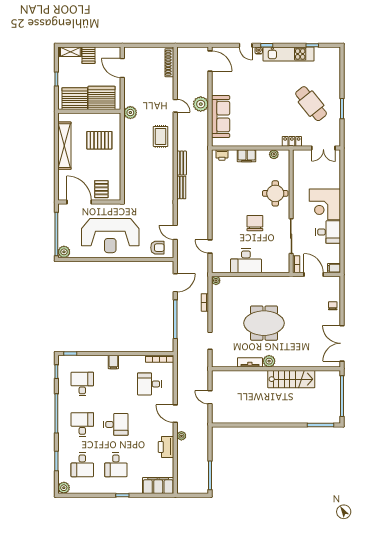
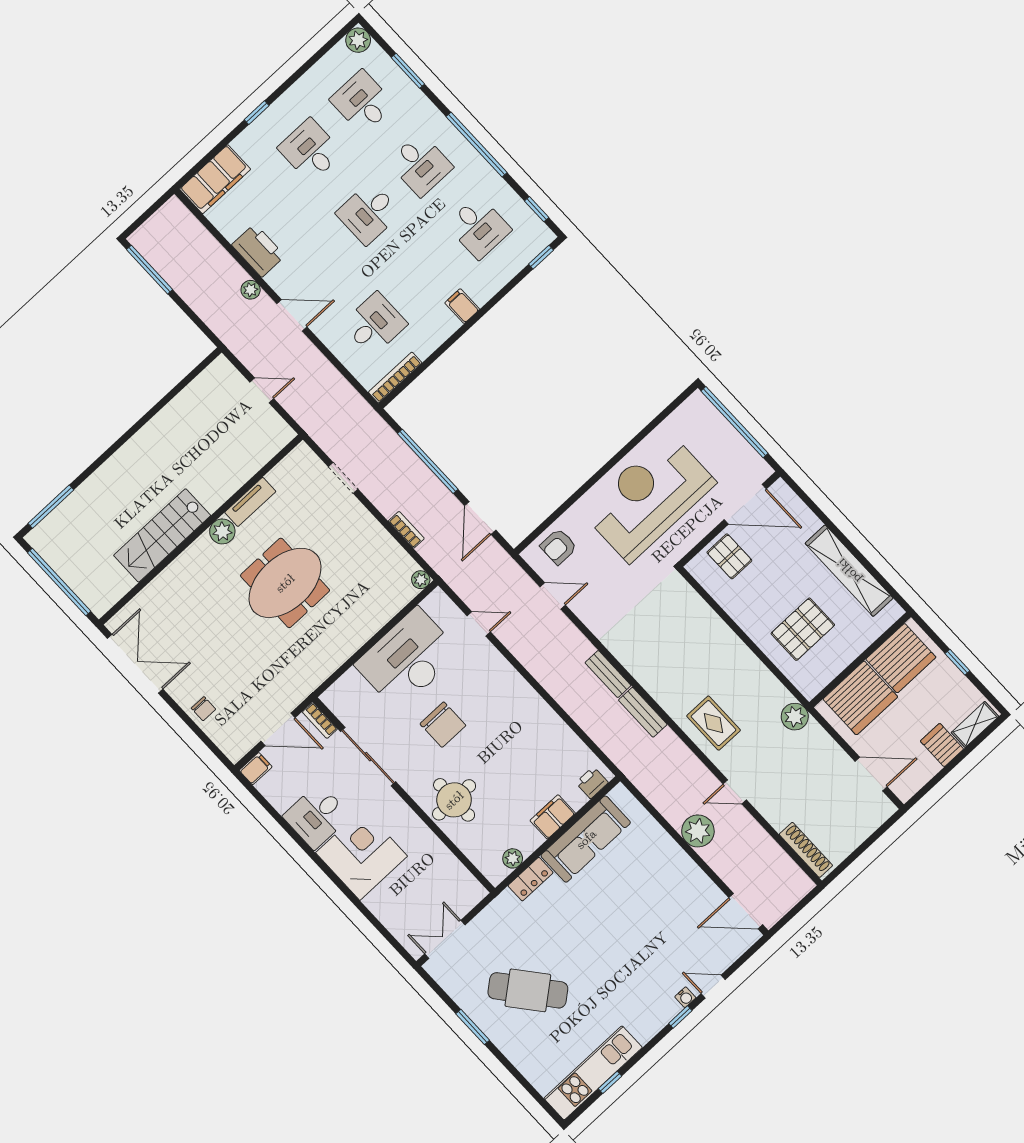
kitchen unit: (289, 54) -> (593, 1073), moved
sofa: (221, 117) -> (586, 839), moved, turned -90
locker: (292, 141) -> (531, 879), moved
plant: (64, 252) -> (697, 406), removed
desk: (246, 261) -> (408, 659), width x1.36, depth x1.30

